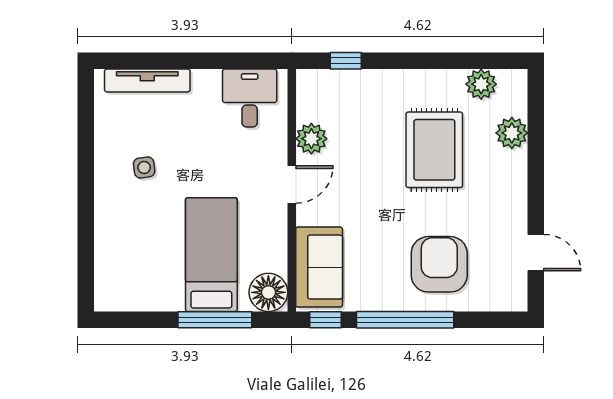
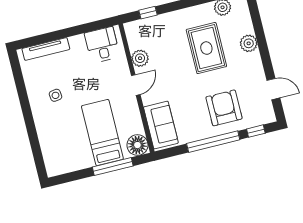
plant: (512, 133) -> (249, 43), moved
window: (325, 320) -> (256, 131), moved

